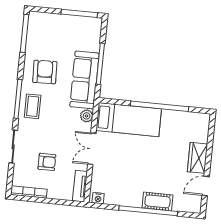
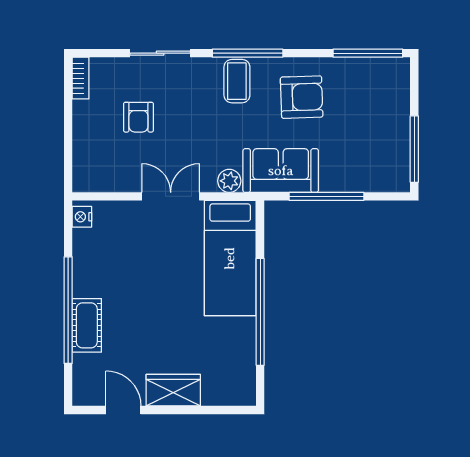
sofa: (84, 80) -> (281, 171), width x0.73
coffee table: (33, 106) -> (237, 81), turned 90
tv unit: (80, 186) -> (101, 182), removed
bookcase: (29, 192) -> (81, 78), width x0.64

